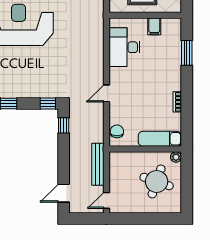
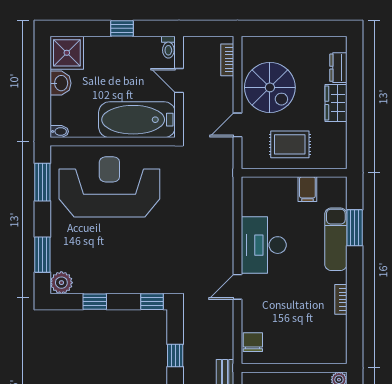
desk: (124, 47) -> (264, 245), moved
window: (64, 125) -> (175, 356), moved
exam couch: (160, 139) -> (336, 239), moved, turned -90

